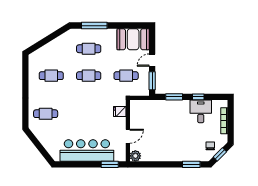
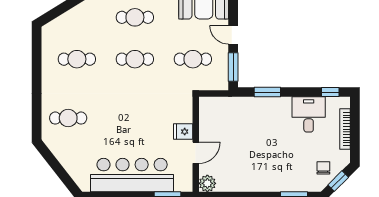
door: (152, 60) -> (233, 35), hinge flipped
window: (198, 97) -> (330, 92), moved
fridge: (120, 111) -> (183, 132), moved

